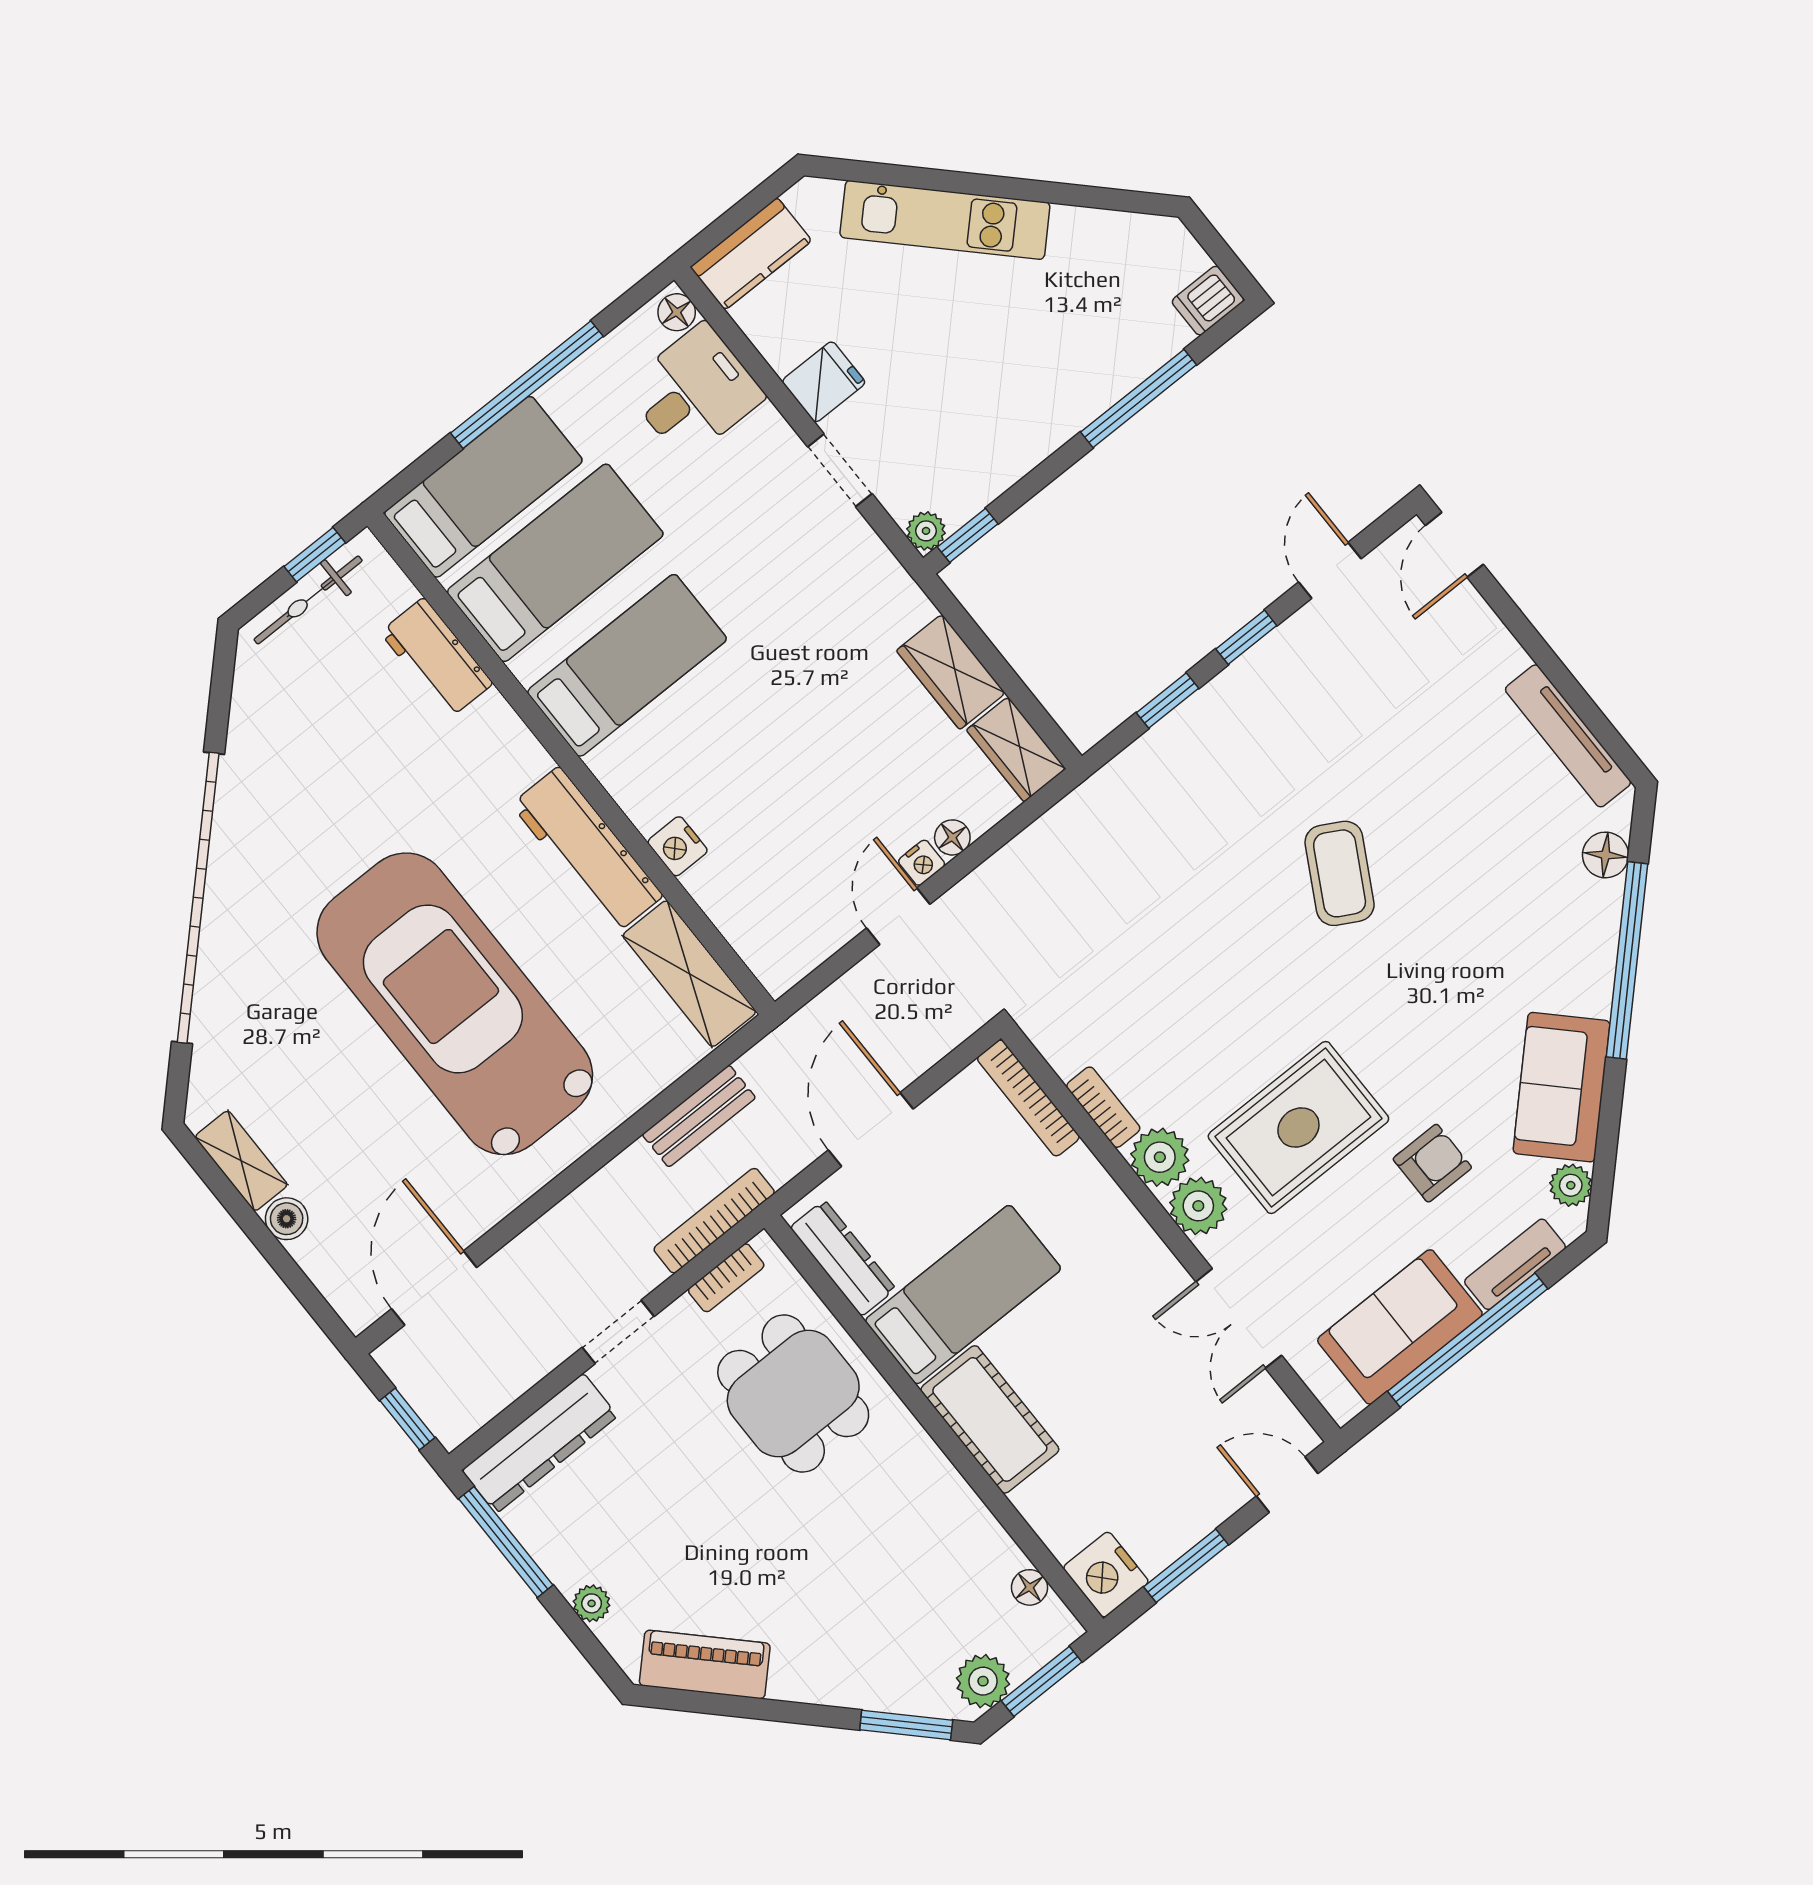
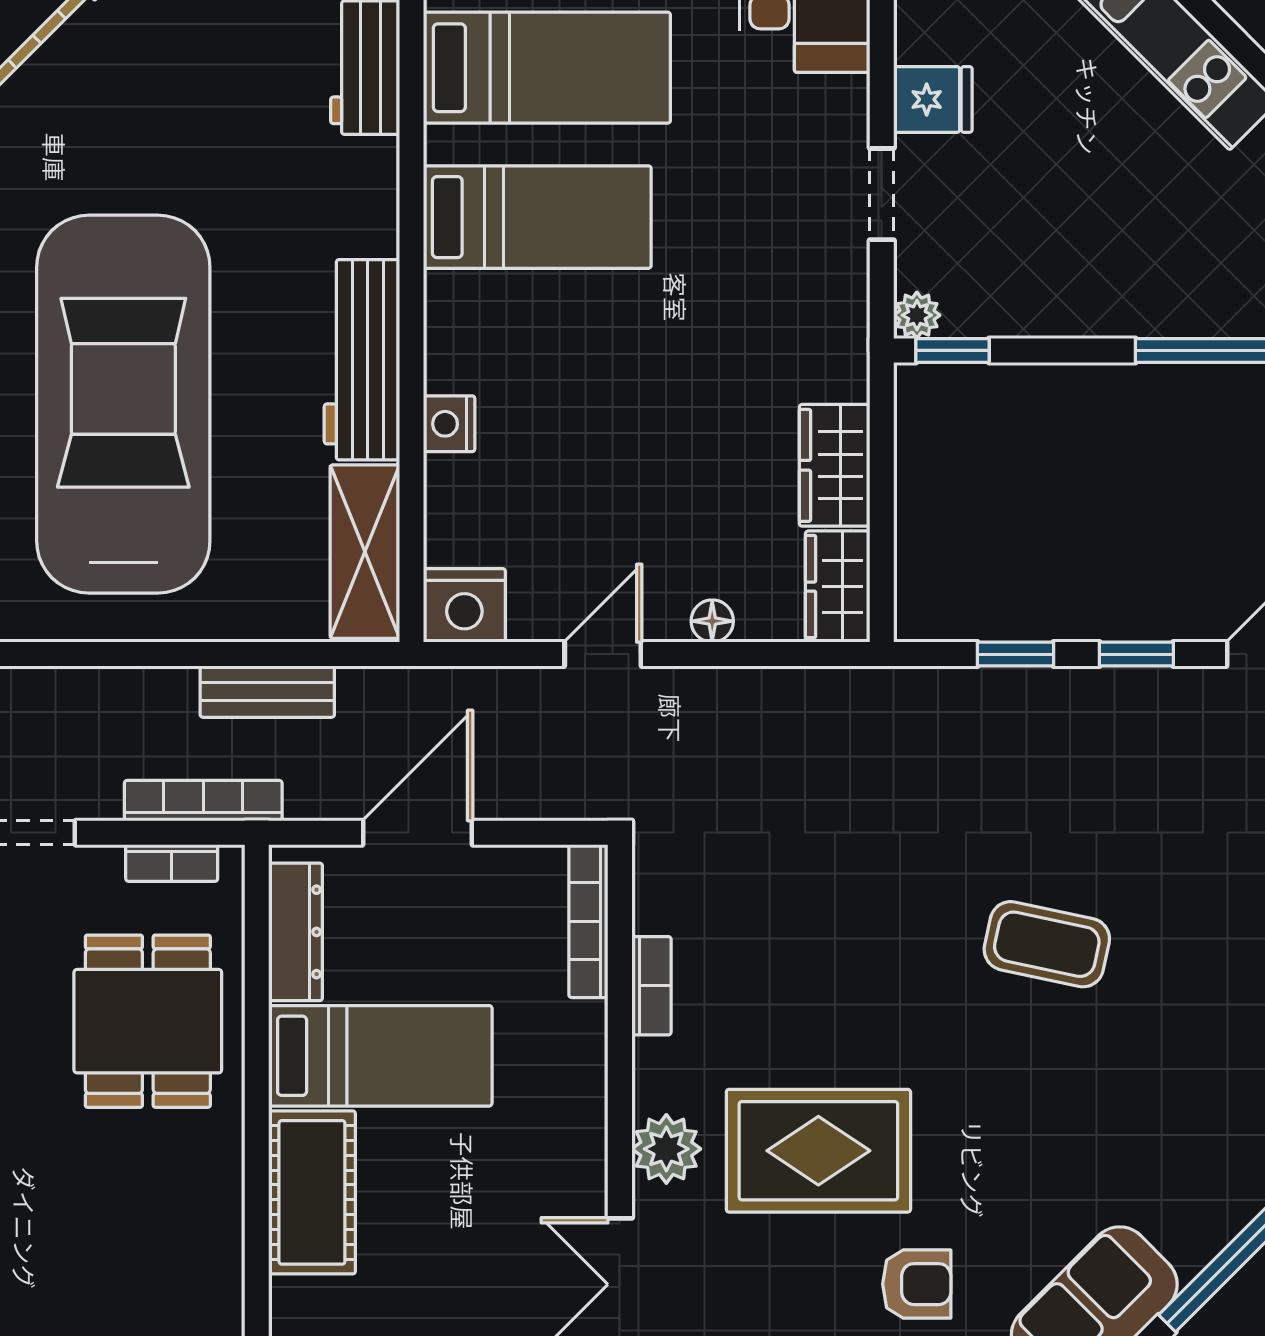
nightstand: (922, 863) -> (464, 605), moved, width x1.89, depth x1.79
coffee table: (1340, 873) -> (1047, 944), turned 73
plant: (1160, 1157) -> (667, 1075), removed

